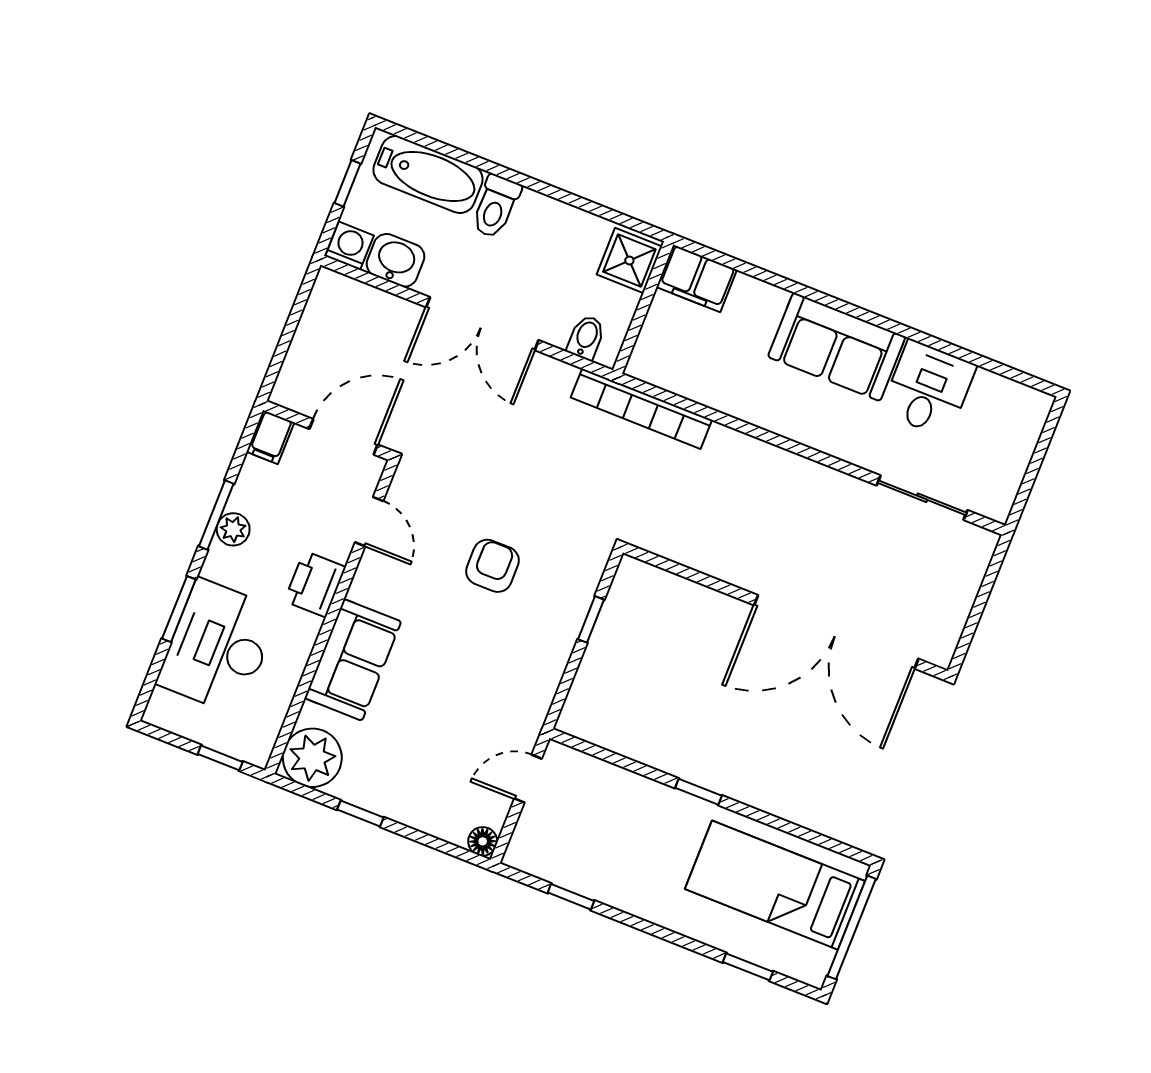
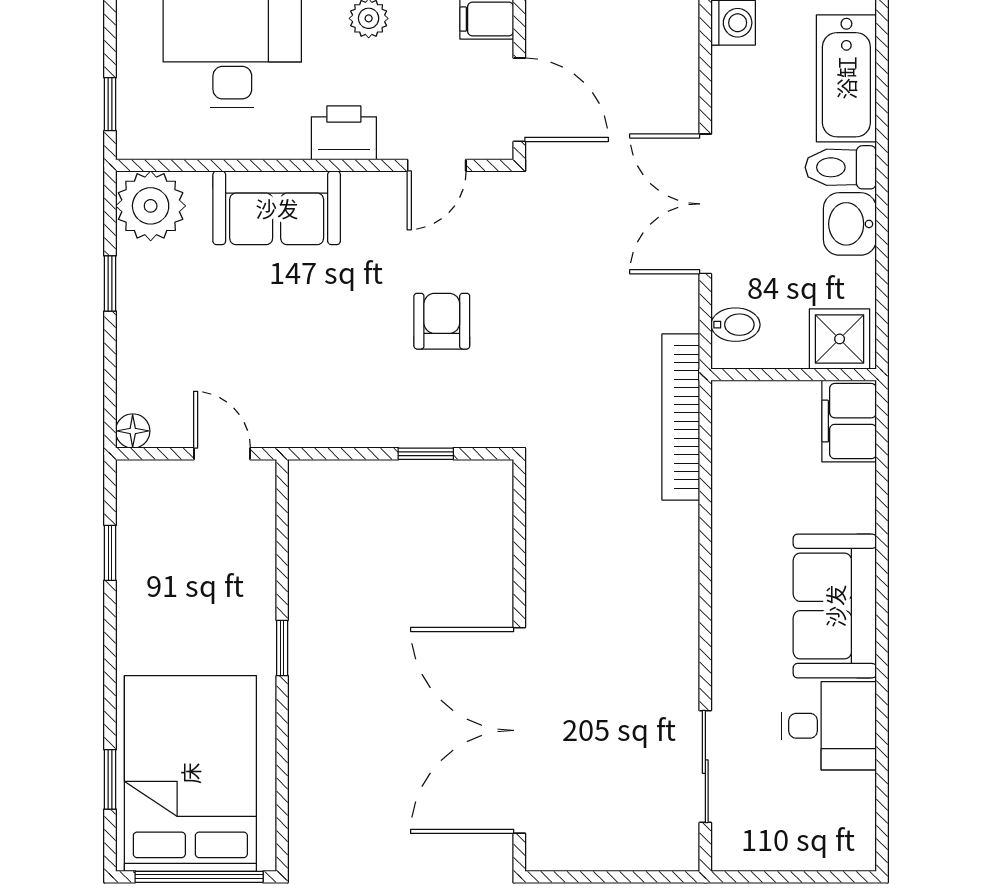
washbasin: (396, 260) -> (850, 224), moved, turned 180
armchair: (492, 566) -> (442, 321), turned -90
bed: (775, 885) -> (190, 773), width x1.50

